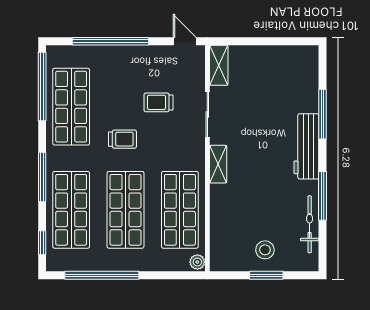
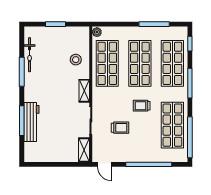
workbench: (306, 146) -> (31, 122), moved
stool: (265, 250) -> (76, 60), moved
window: (102, 275) -> (154, 24), width x0.68

